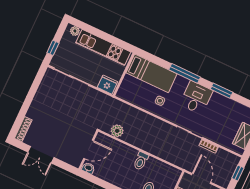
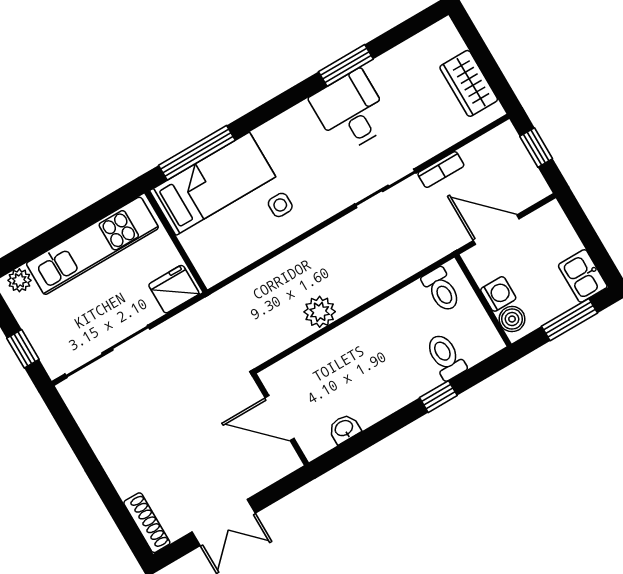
window: (185, 73) -> (197, 153), moved
desk: (196, 98) -> (351, 111), moved
plant: (117, 131) -> (320, 312), moved
door: (89, 149) -> (280, 418), swing flipped
toilet: (141, 161) -> (441, 290), moved
washbasin: (88, 168) -> (344, 429), moved

